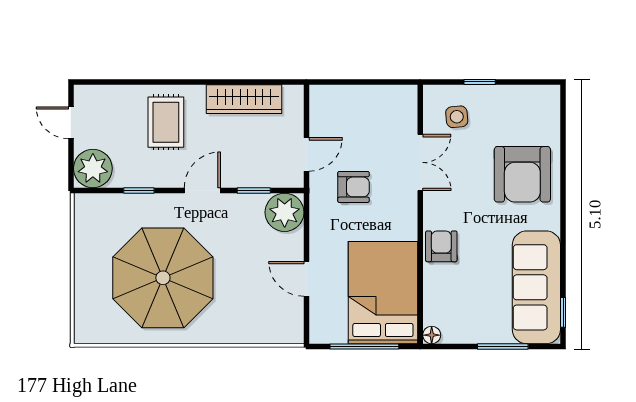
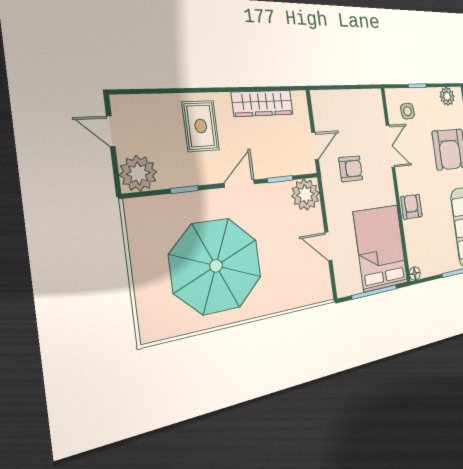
plant: (532, 98) -> (447, 96), added

